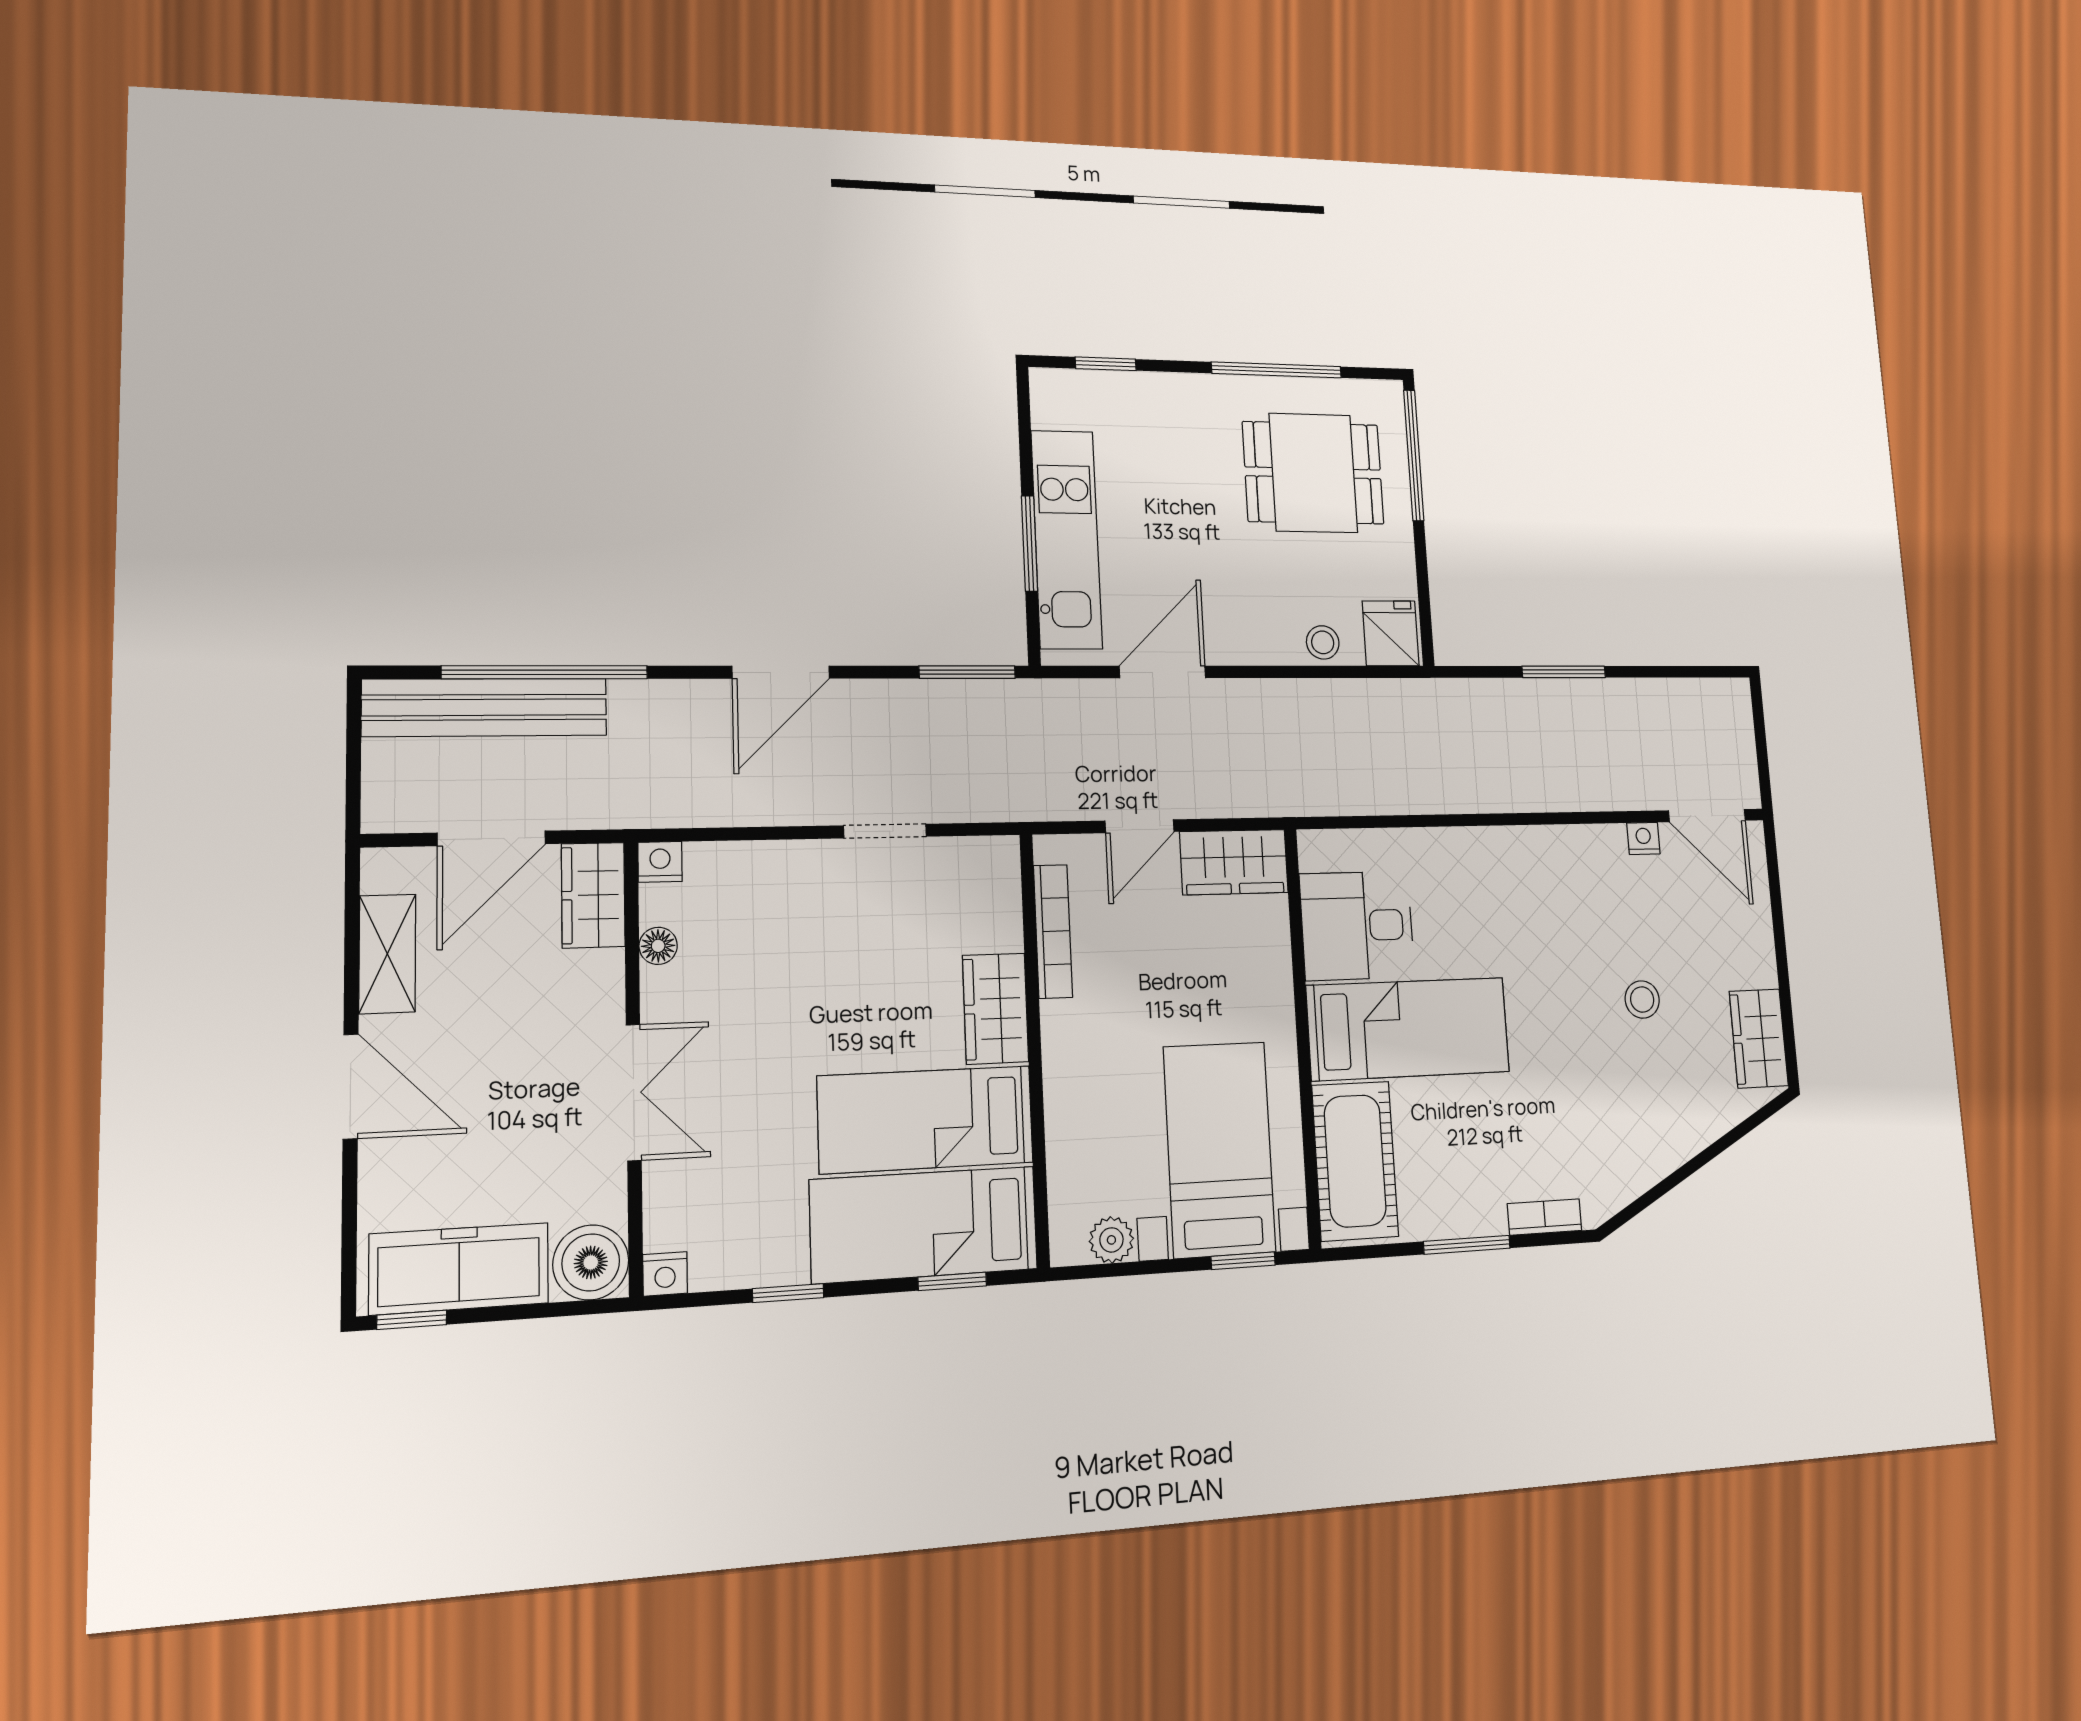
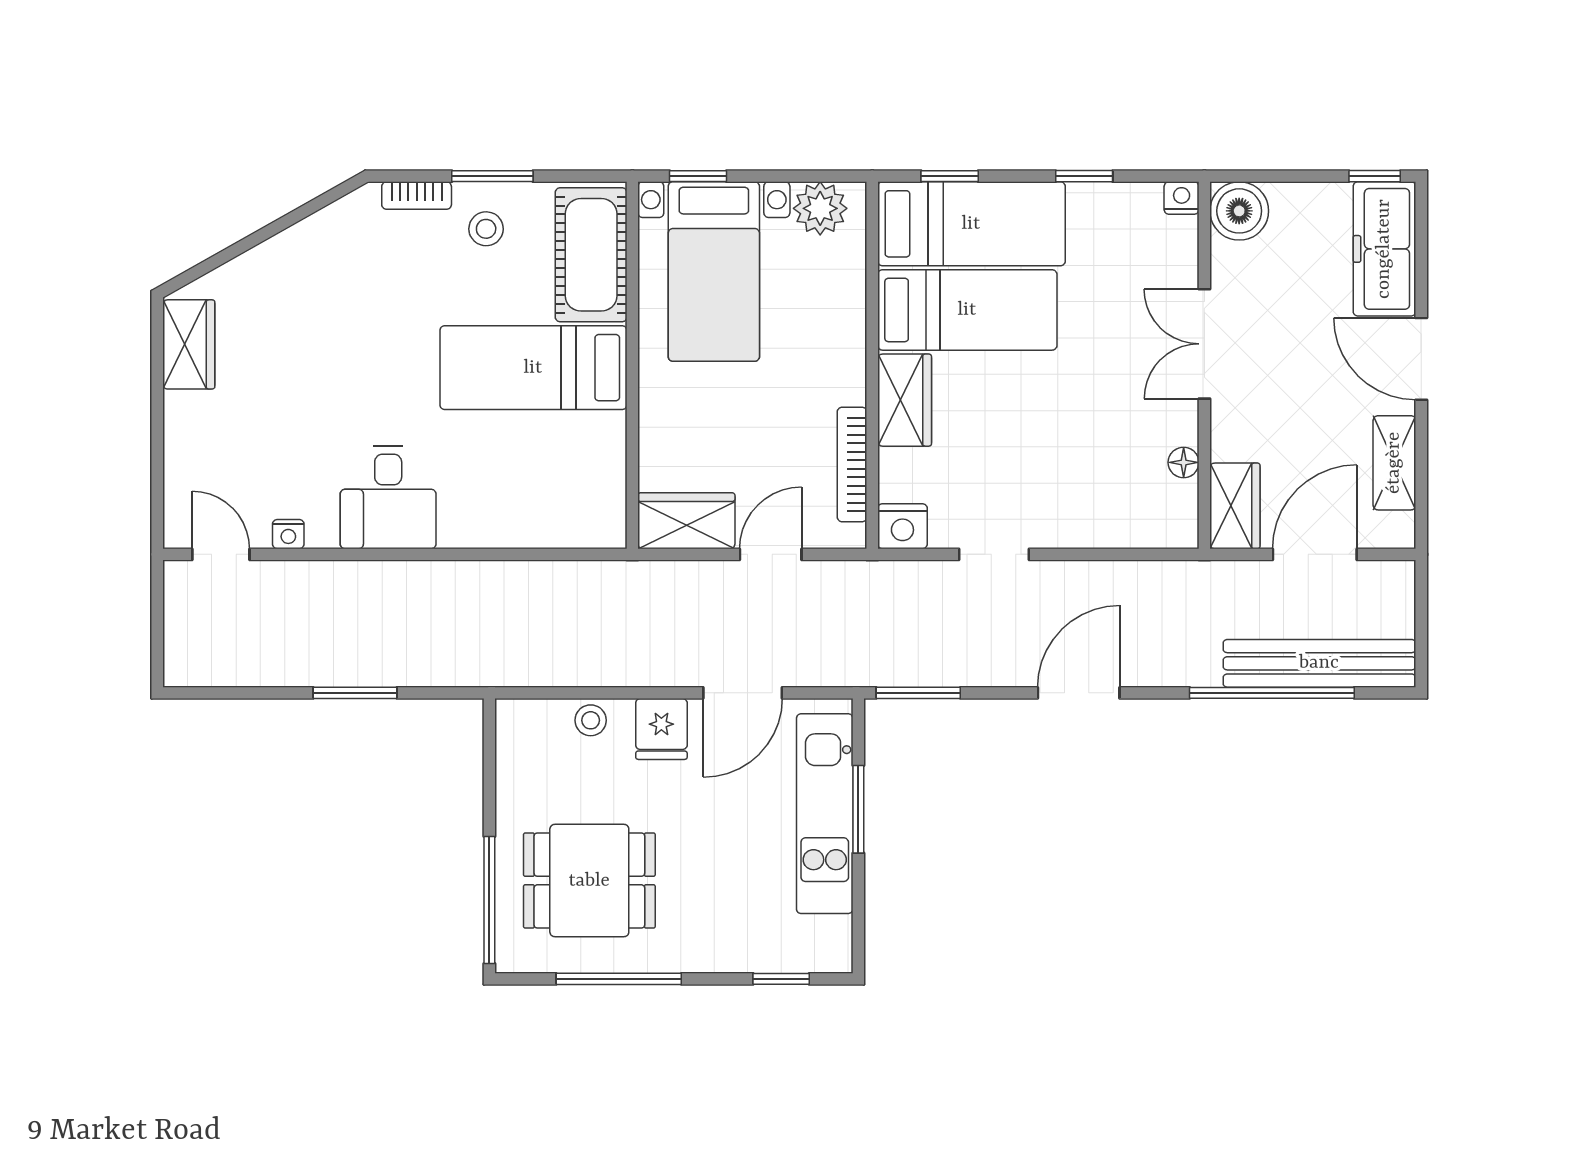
fridge: (1391, 633) -> (661, 729), moved
door: (1707, 816) -> (221, 554), width x0.73
nightstand: (660, 862) -> (902, 526), moved, width x1.39, depth x1.35
desk: (1357, 926) -> (388, 497), moved, turned 90
stool: (1642, 1000) -> (486, 229), moved
plant: (1111, 1240) -> (820, 208), width x1.38, depth x1.38
freezer: (459, 1269) -> (1384, 249), moved, turned 90

